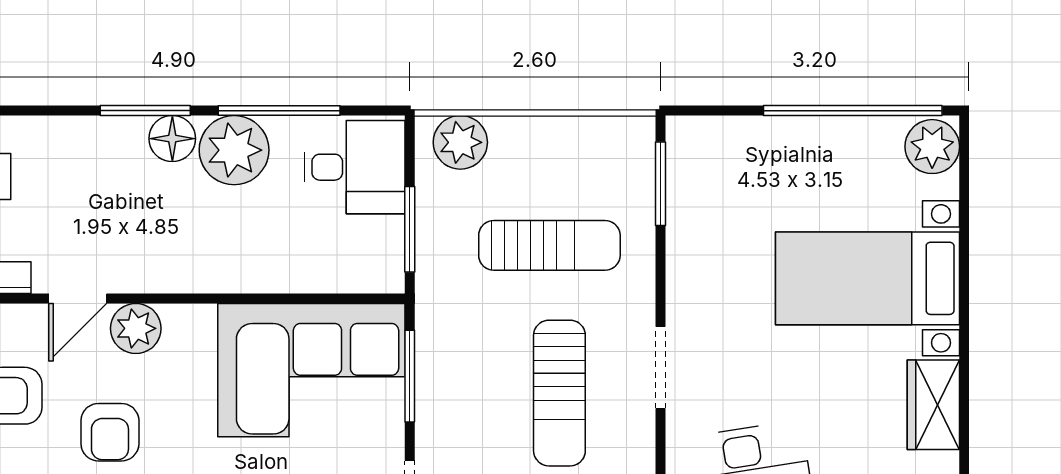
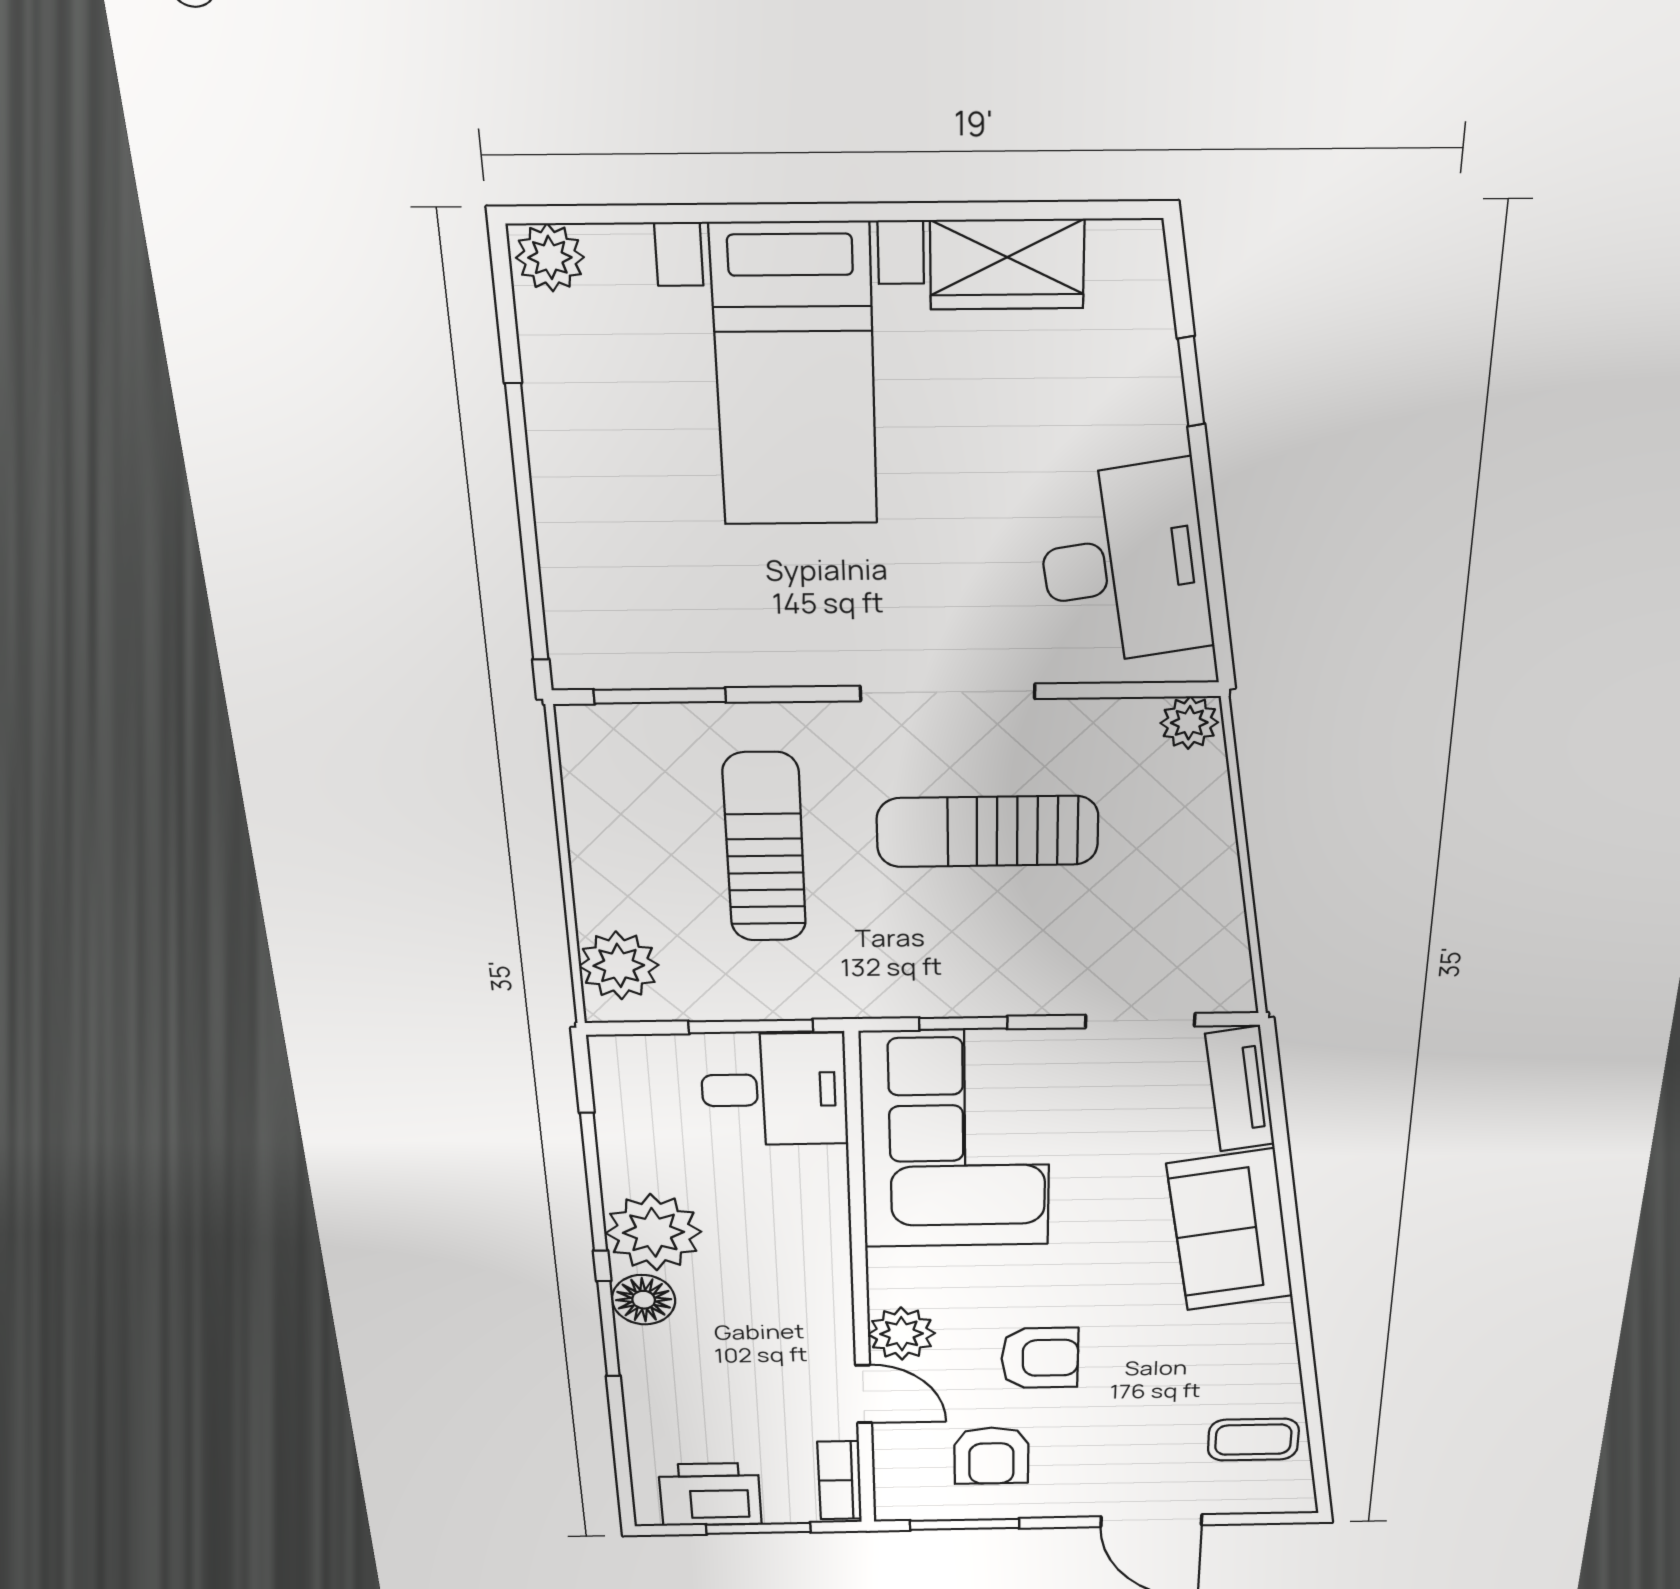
window: (853, 111) -> (527, 525), moved
plant: (932, 147) -> (550, 257), width x0.73, depth x0.73
desk: (354, 167) -> (774, 1090), moved, turned 90
doorway: (660, 368) -> (948, 692), width x1.38
window: (410, 376) -> (963, 1023), width x0.67
sun lounger: (559, 393) -> (988, 831), turned 180

